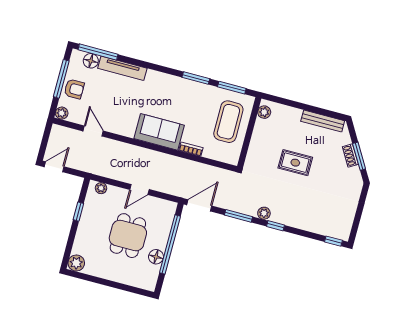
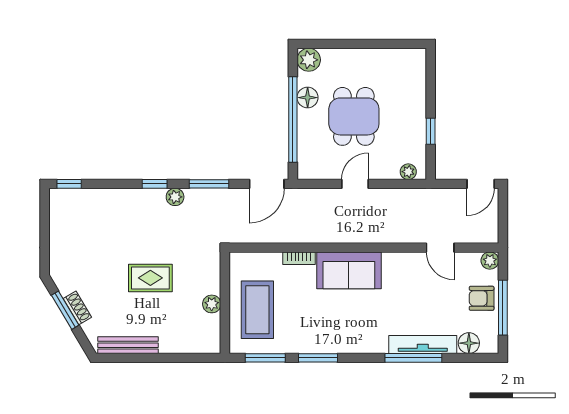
window: (98, 52) -> (413, 358), moved
plant: (264, 112) -> (212, 304), moved
plant: (76, 263) -> (309, 60), moved

